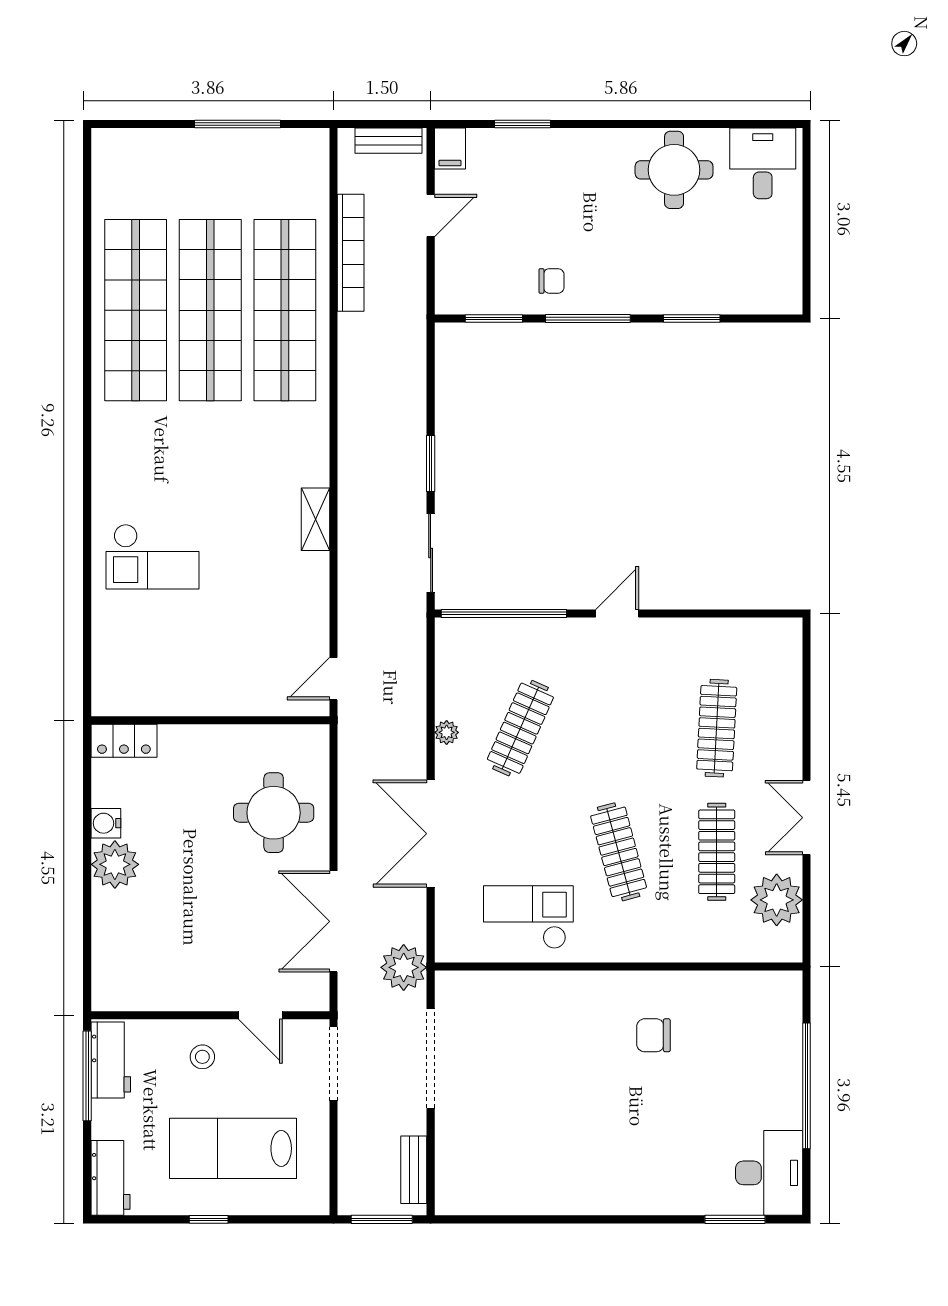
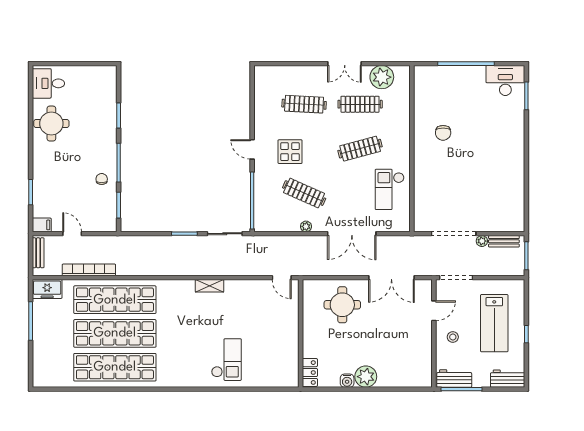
freezer: (308, 160) -> (47, 289), added
display table: (612, 697) -> (290, 152), added
plant: (404, 967) -> (482, 241), moved, width x0.53, depth x0.53

